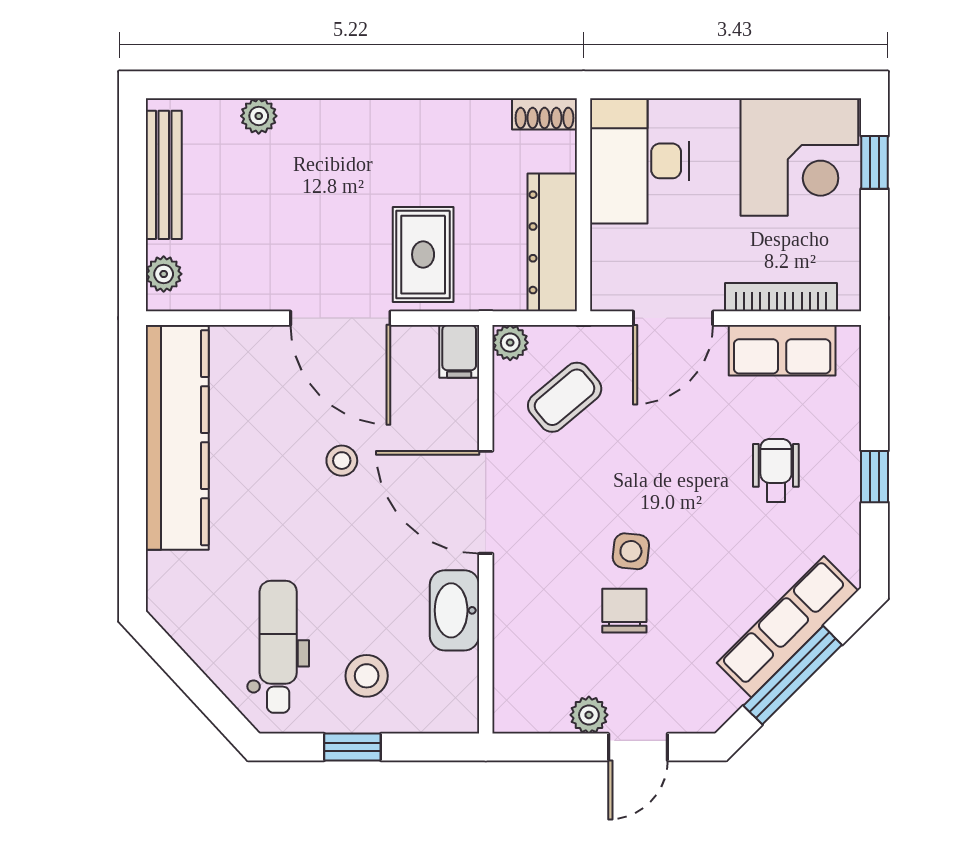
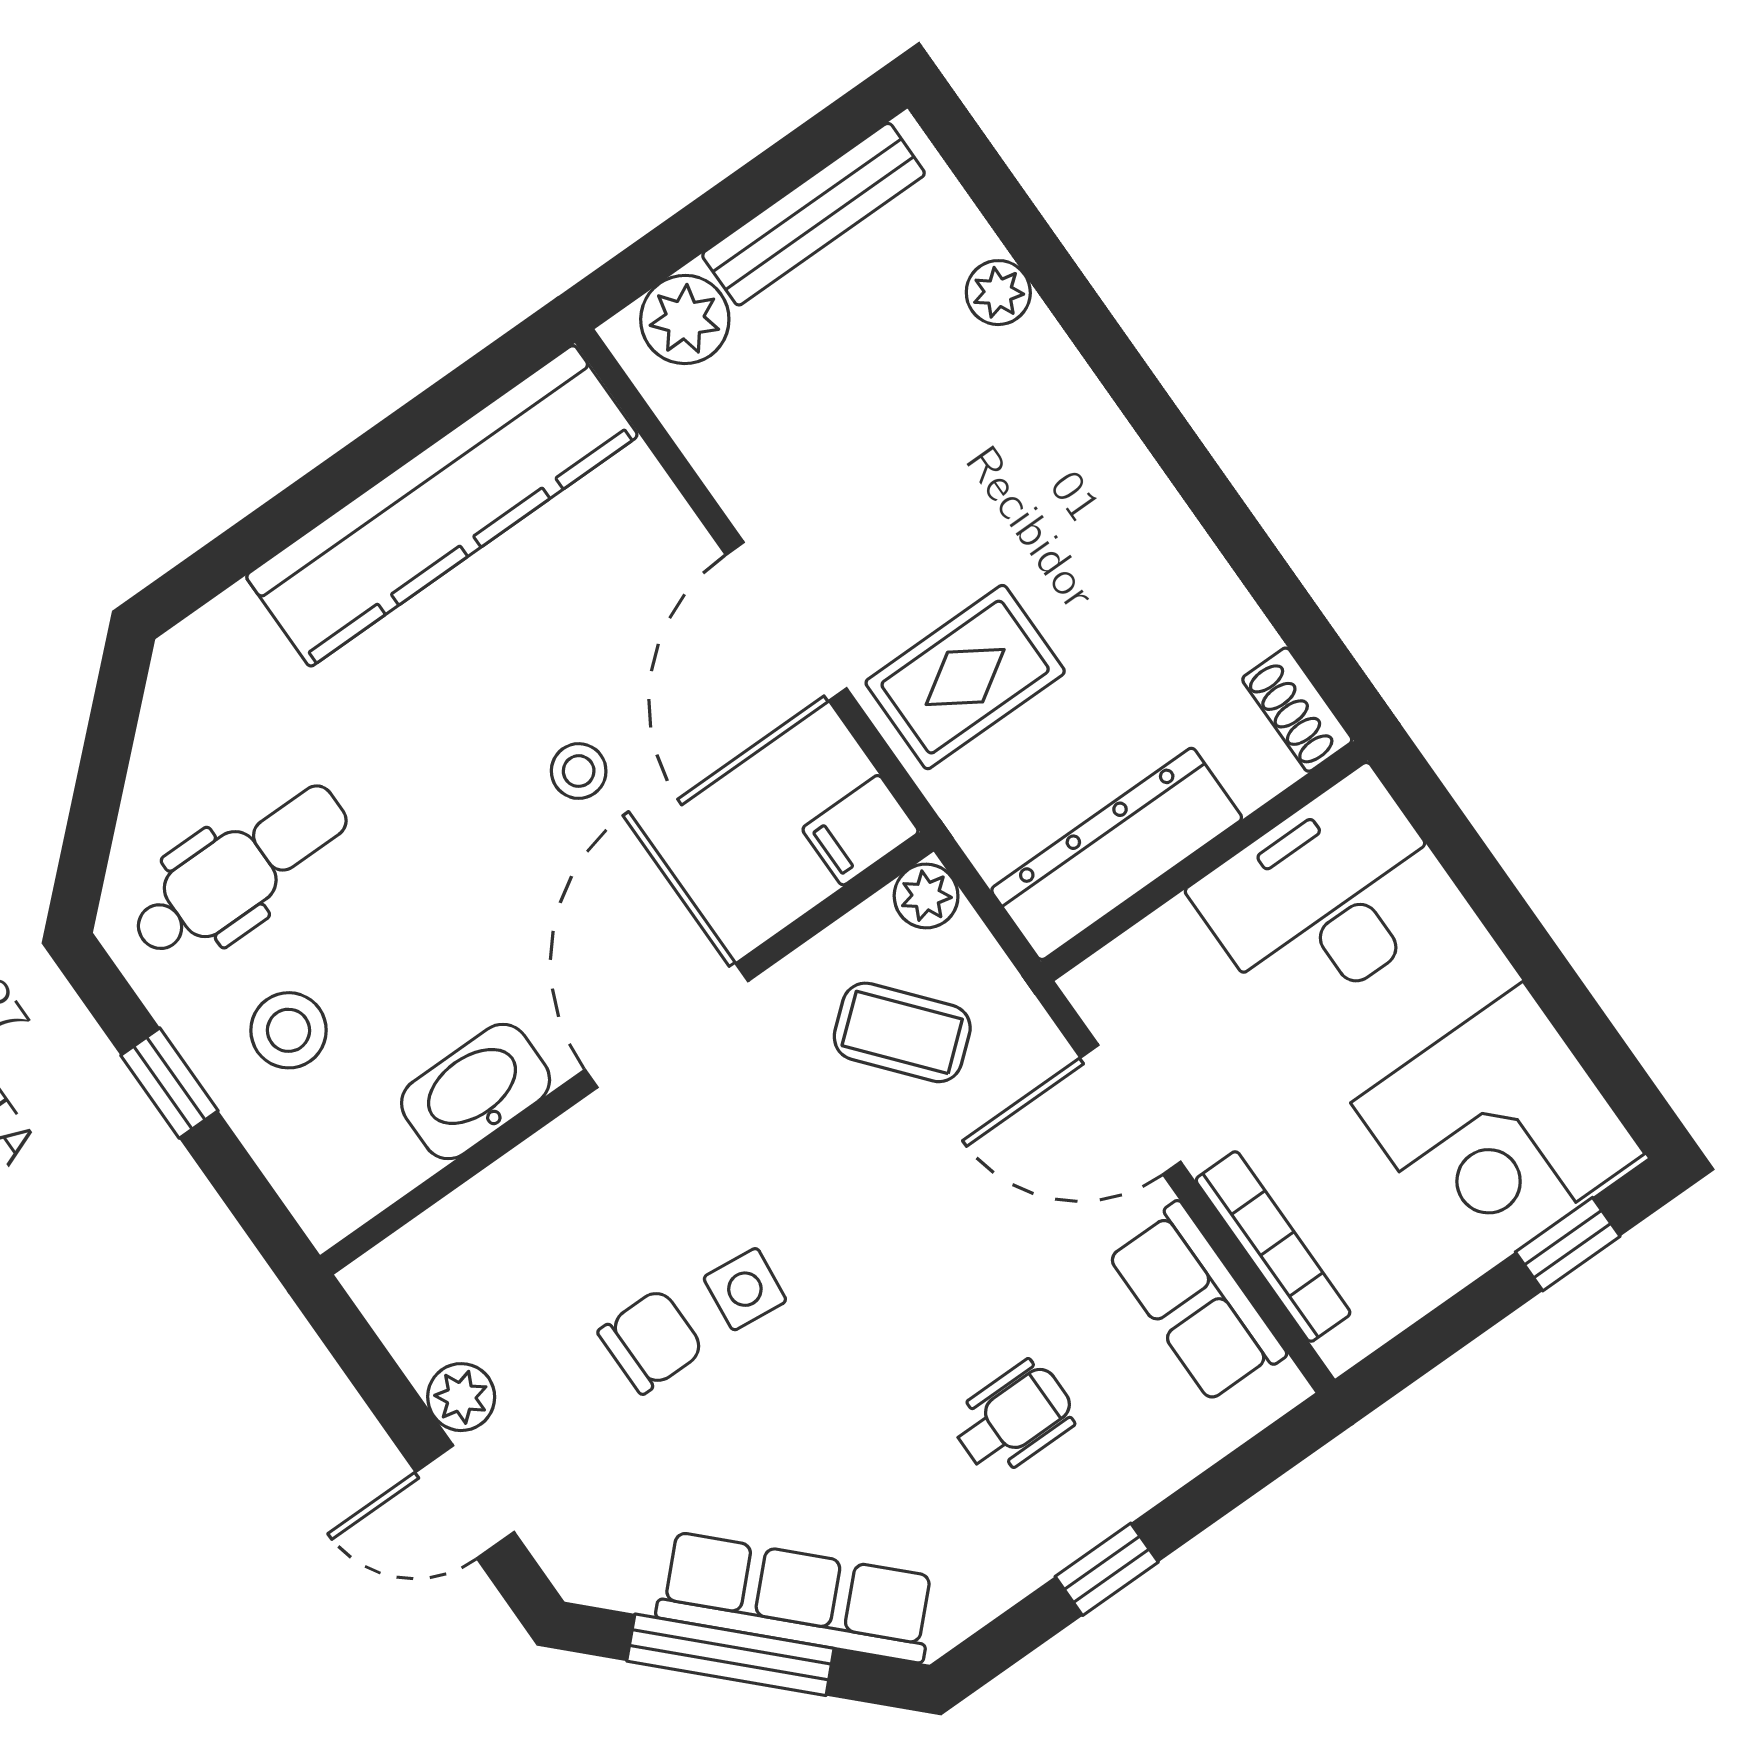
plant: (164, 274) -> (685, 319), width x1.38, depth x1.38

